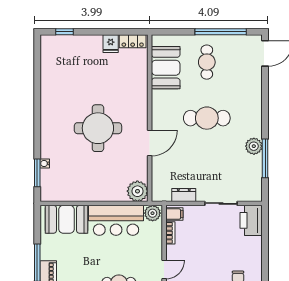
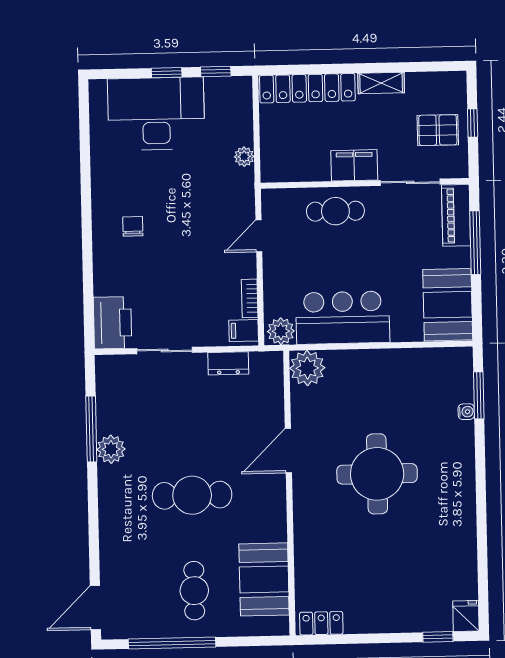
fridge: (111, 44) -> (466, 616), moved
booth: (66, 219) -> (448, 305), moved, turned 90

